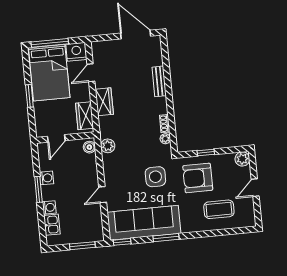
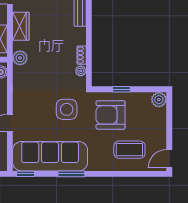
plant: (108, 146) -> (20, 58), moved
door: (255, 188) -> (169, 159), moved

